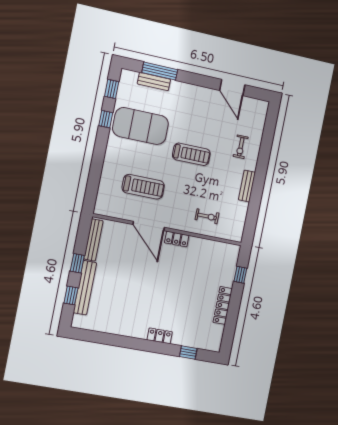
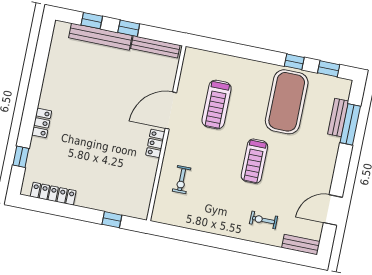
bench: (247, 186) -> (301, 245), moved
locker: (223, 305) -> (53, 194), moved

